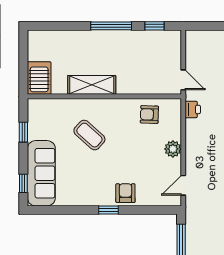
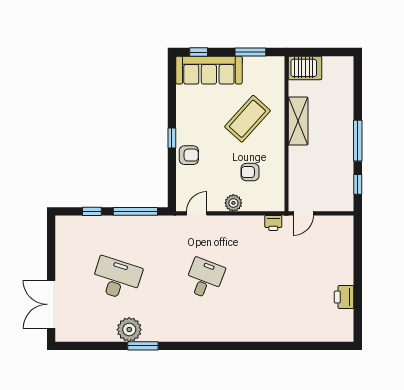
armchair: (149, 115) -> (250, 172), moved, turned -92
window: (23, 132) -> (250, 52), width x1.50
coffee table: (89, 135) -> (247, 119), width x1.36, depth x1.32
door: (183, 185) -> (197, 213), hinge flipped

